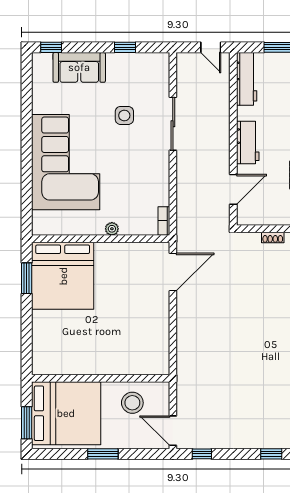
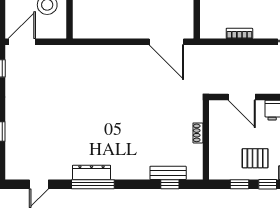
bookcase: (164, 221) -> (239, 33), moved

